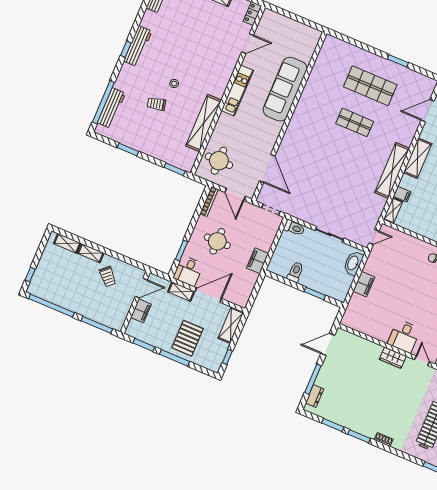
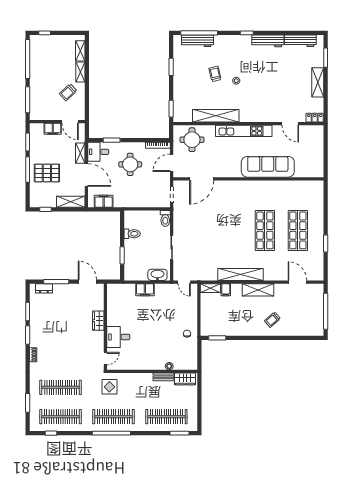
workbench: (138, 46) -> (268, 41), moved
kitchen unit: (237, 91) -> (244, 131), width x1.36
shop shelf: (355, 122) -> (265, 230), width x1.43, depth x1.36
filing cabinet: (258, 261) -> (104, 201), moved
wardrobe: (393, 358) -> (98, 321), moved

